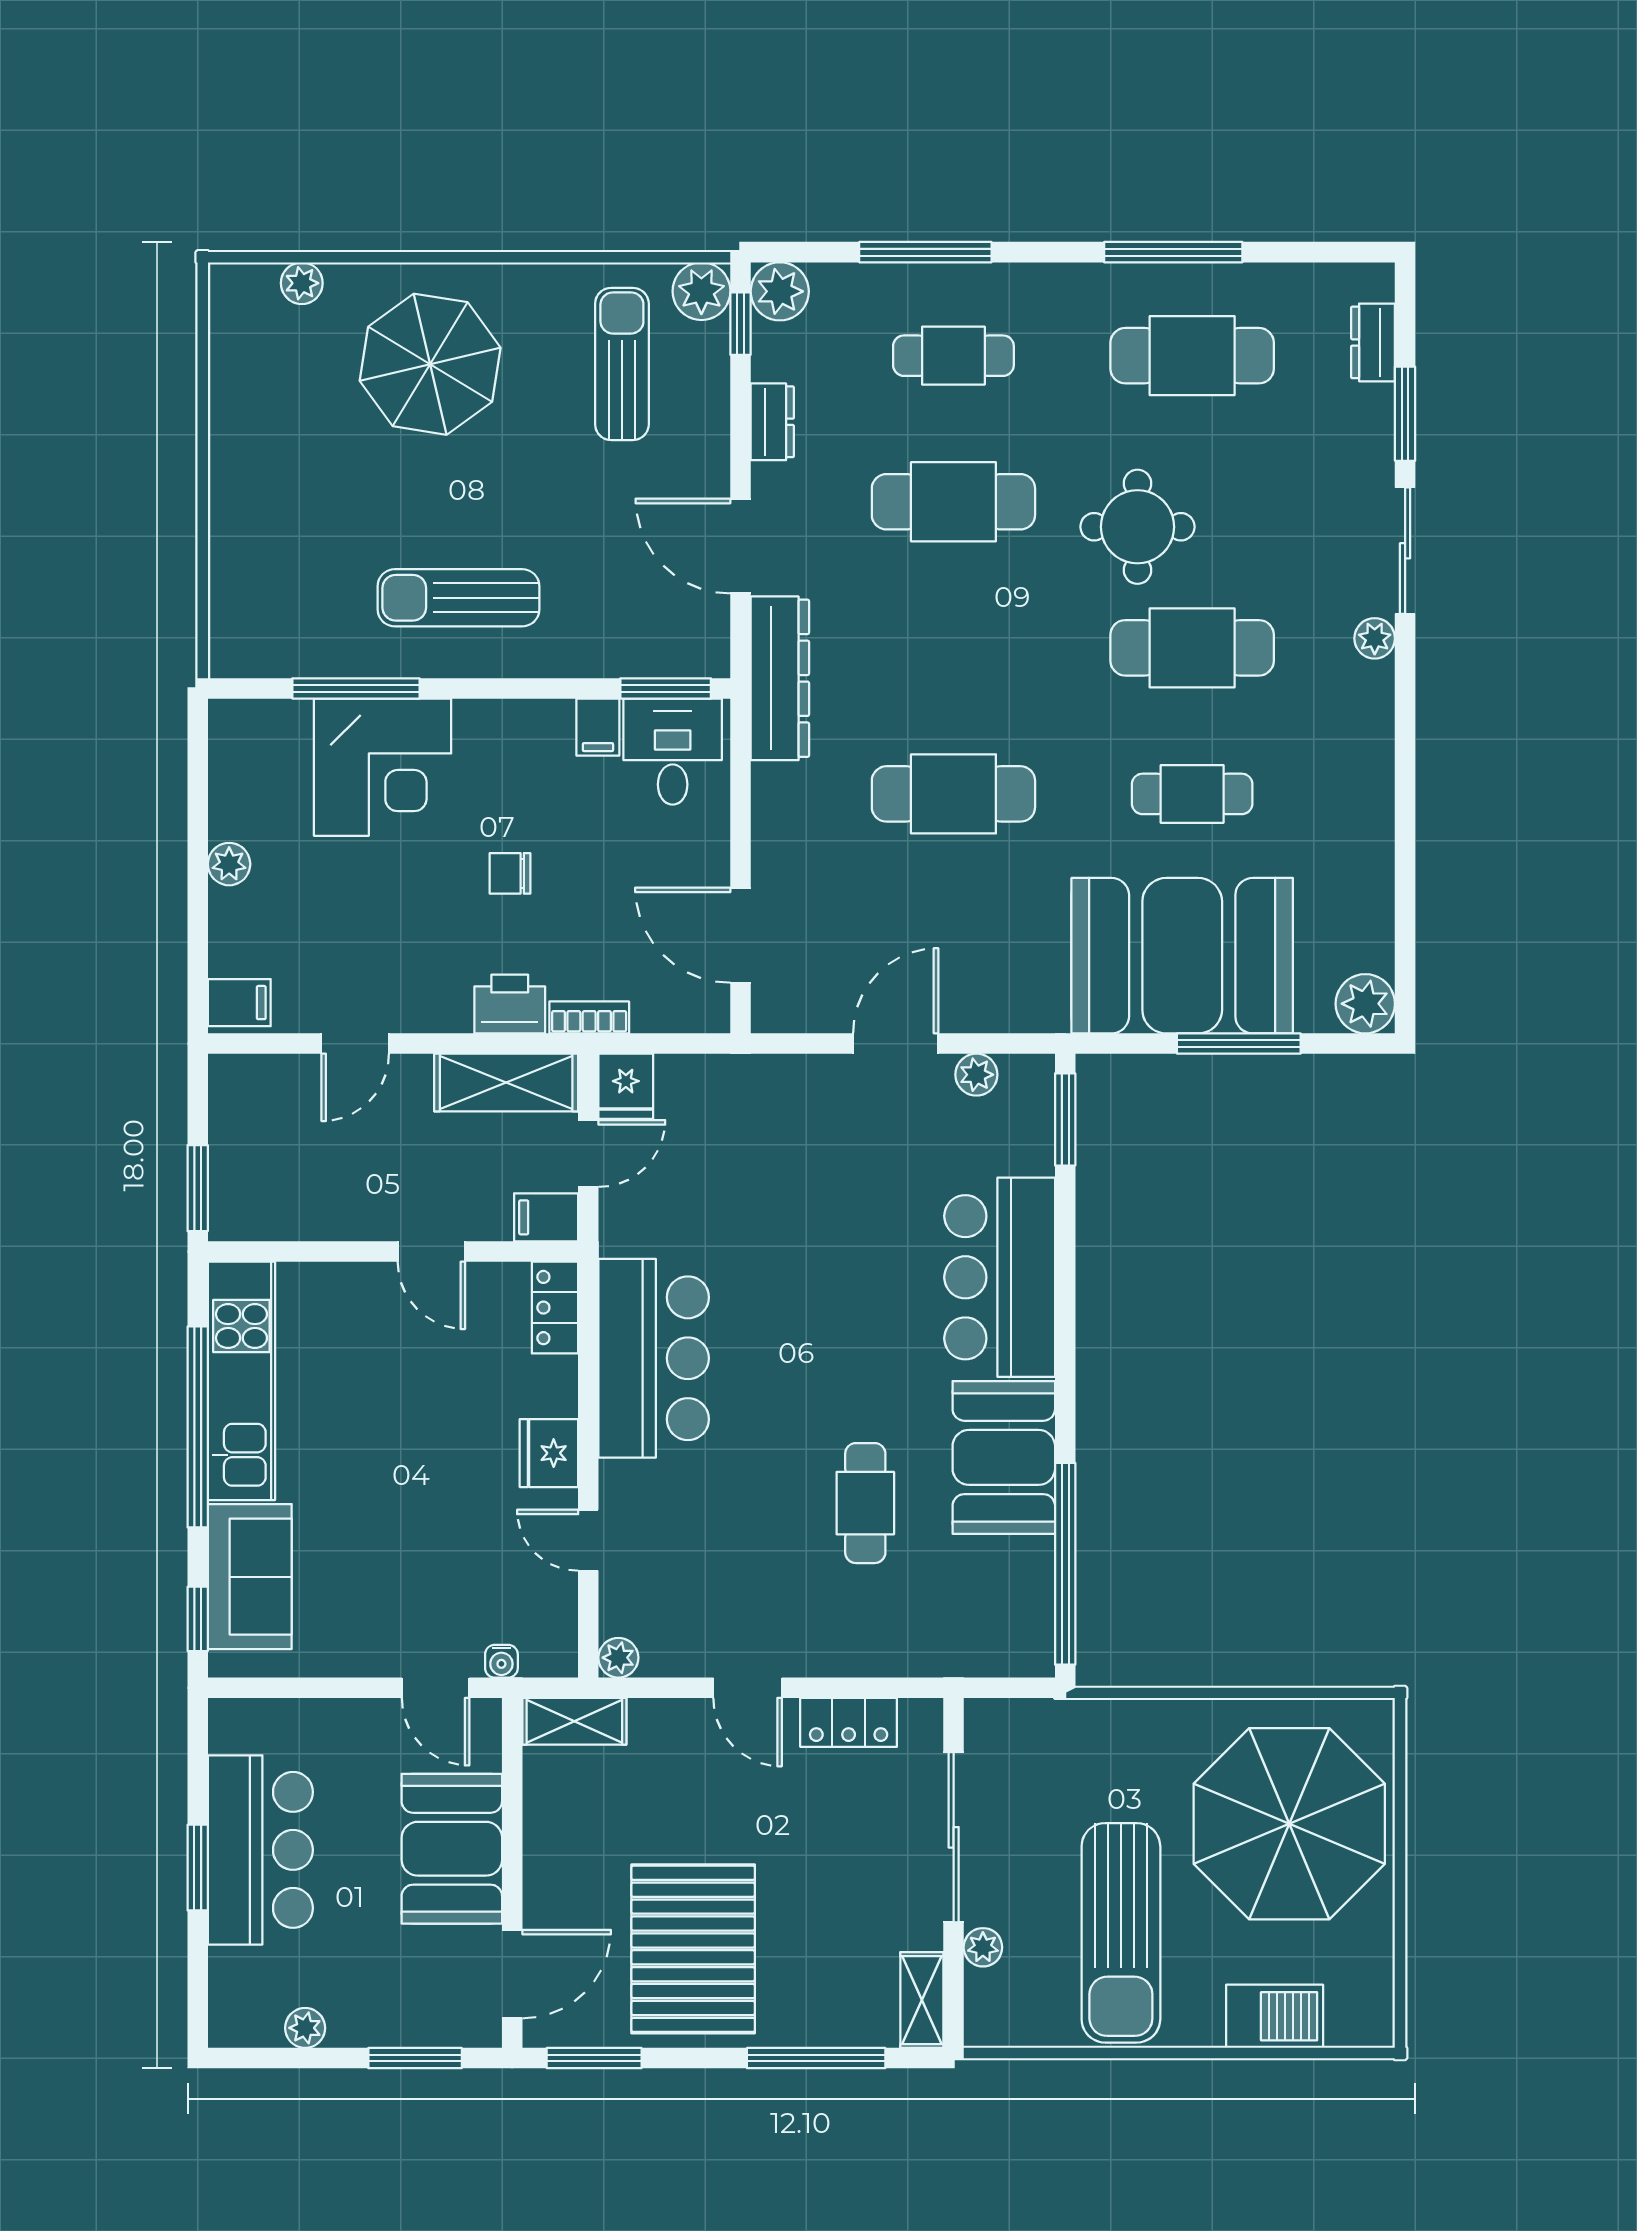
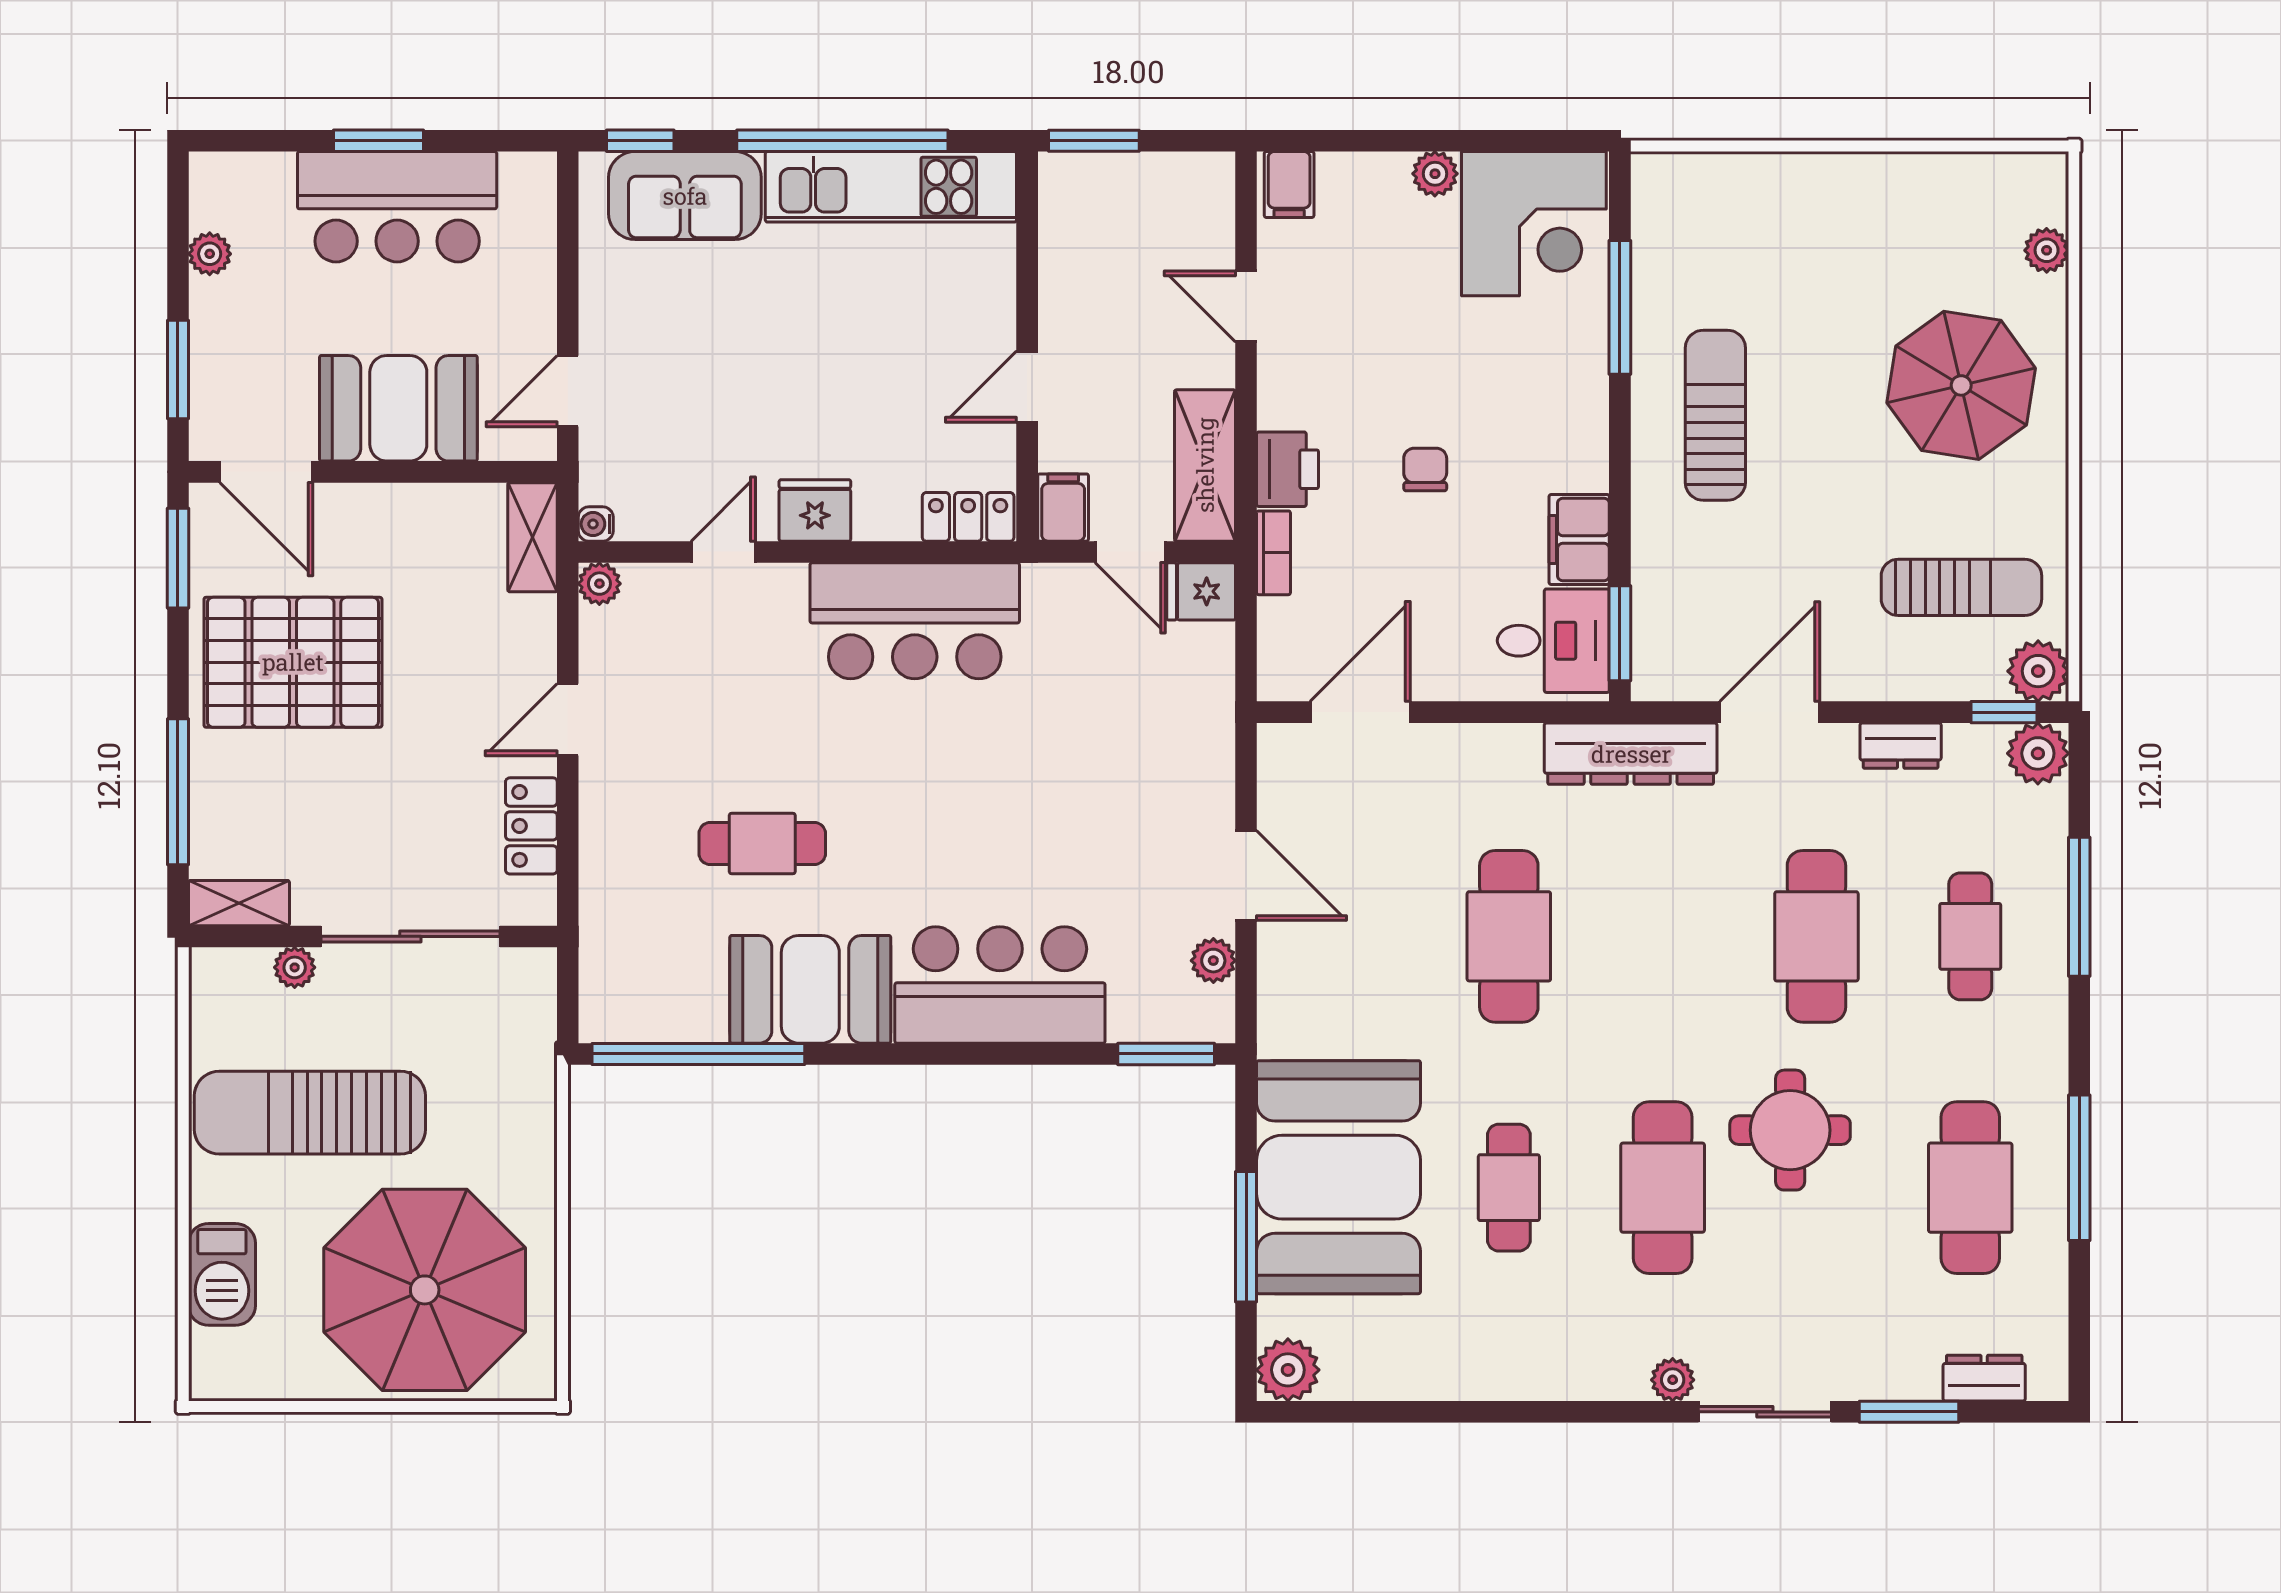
filing cabinet: (598, 727) -> (1579, 539), width x2.00
corner desk: (383, 767) -> (1534, 224), moved, turned -90
water cooler: (501, 1661) -> (596, 524), moved

